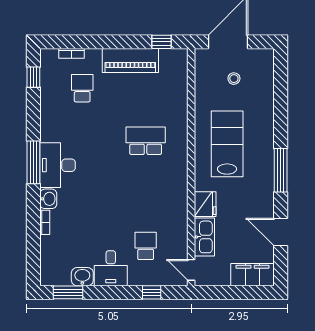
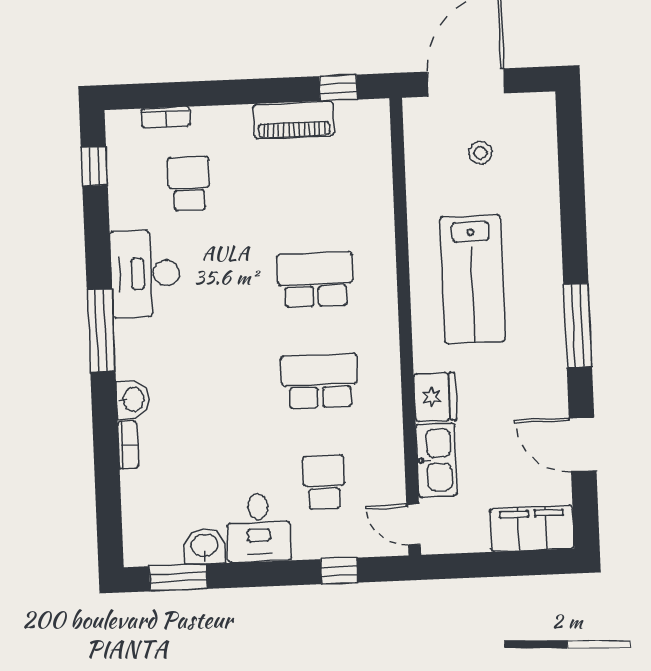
piano: (130, 60) -> (294, 120), width x0.73, depth x0.75
lab bench: (227, 144) -> (472, 279), turned 180
desk: (58, 165) -> (145, 274), moved
school desk: (146, 193) -> (320, 381), added

